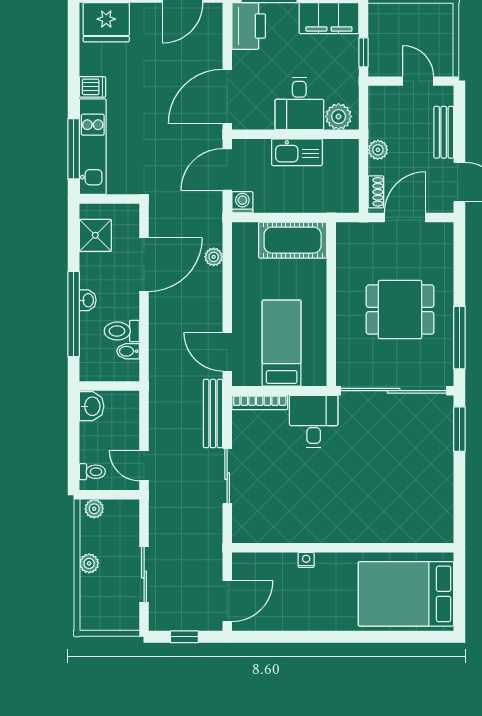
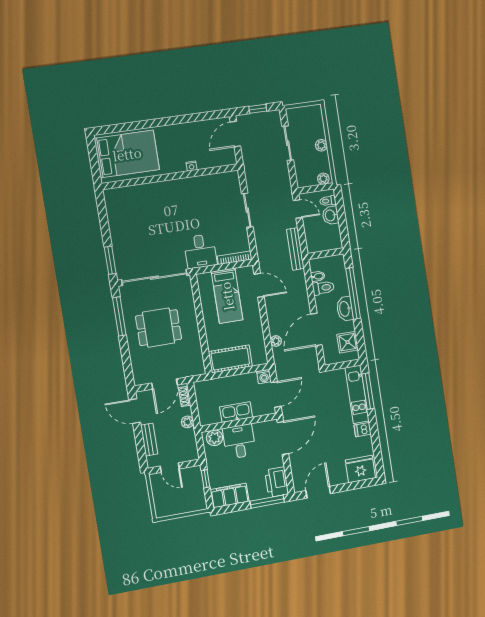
washbasin: (88, 300) -> (345, 309), width x1.91, depth x1.45
washbasin: (92, 406) -> (330, 215), moved
bench: (213, 414) -> (295, 249), moved

